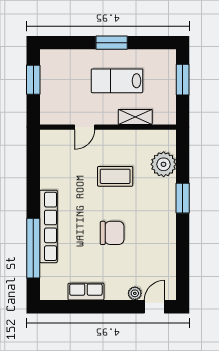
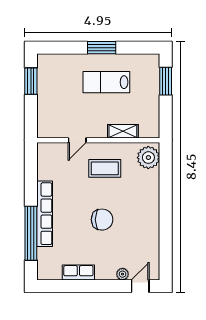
shelving: (135, 117) -> (123, 131), moved
door: (85, 127) -> (77, 140), moved
wall: (108, 127) -> (98, 140), moved
window: (183, 198) -> (166, 188), removed

